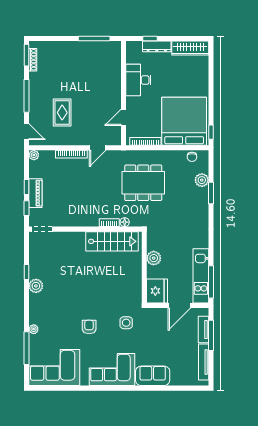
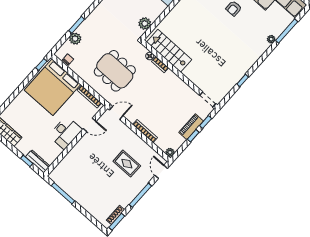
dresser: (157, 46) -> (38, 161), moved
desk: (138, 80) -> (65, 132), moved
rug: (62, 113) -> (127, 164), turned 90
door: (98, 148) -> (116, 113), moved
plant: (154, 258) -> (145, 24), moved
plant: (36, 286) -> (245, 66), removed

